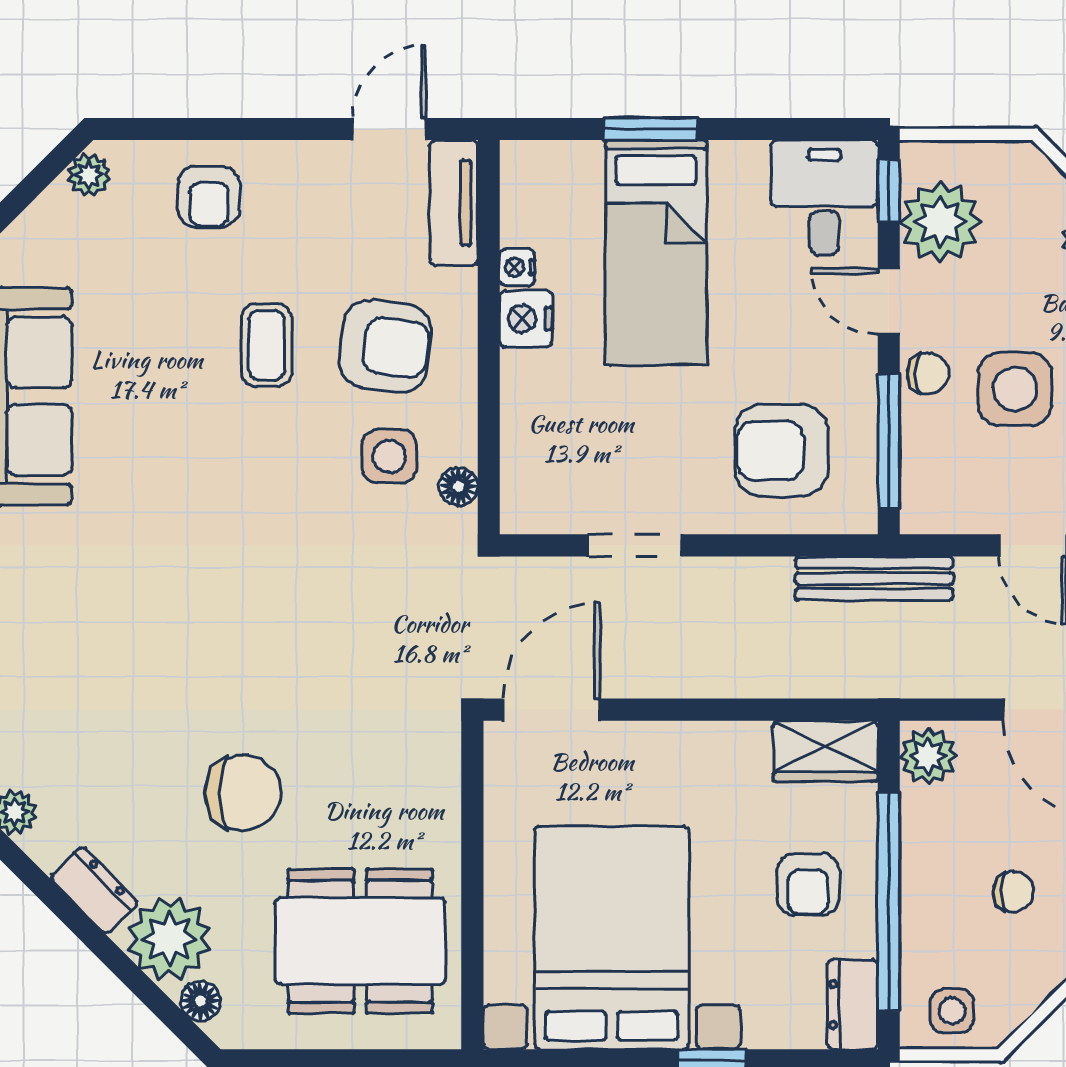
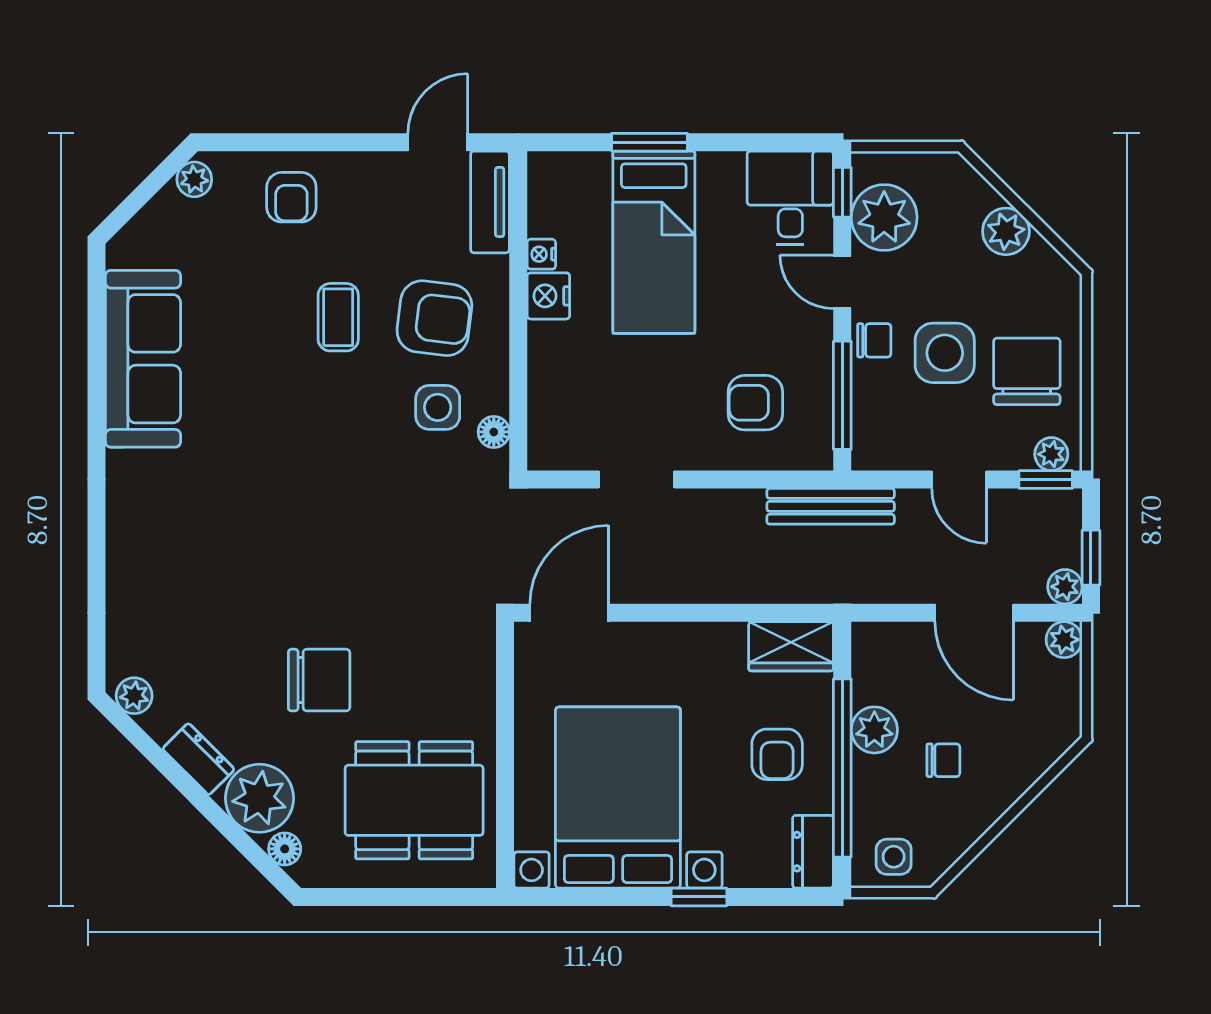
armchair: (781, 450) -> (755, 403), width x0.72, depth x0.72
plant: (928, 756) -> (874, 730), moved

